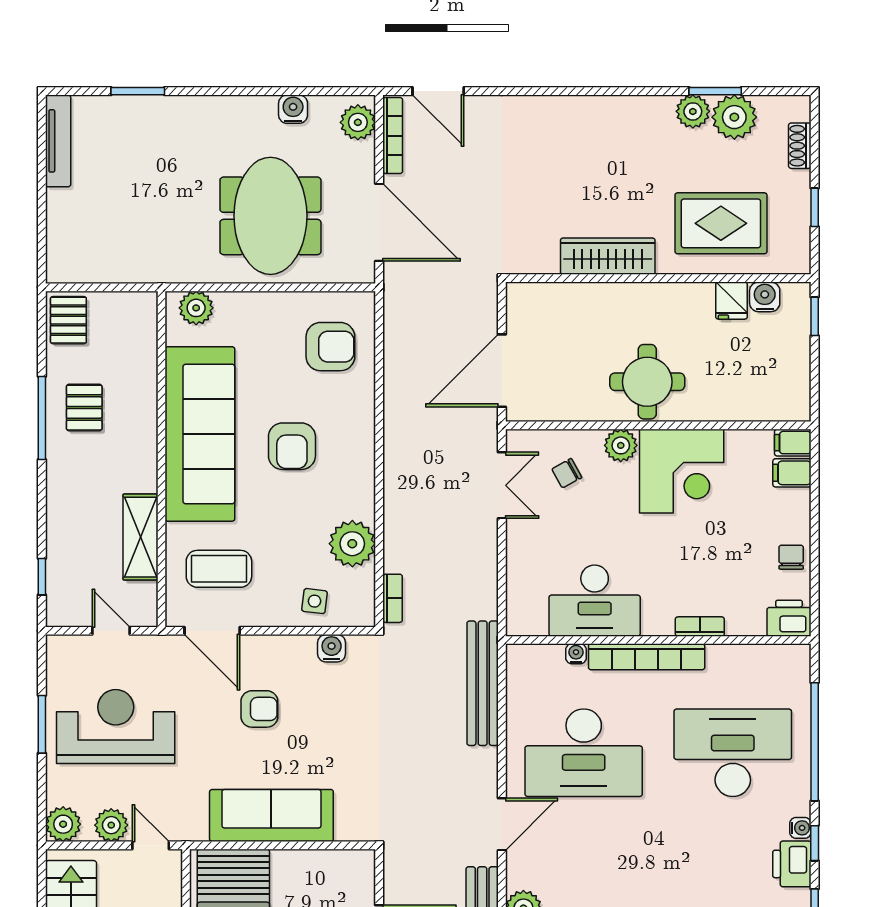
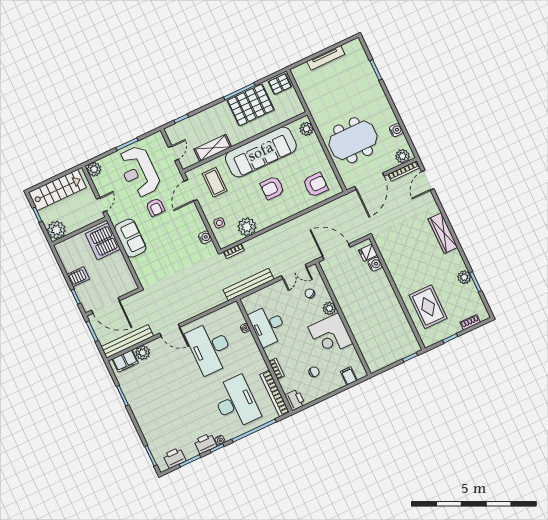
plant: (734, 117) -> (469, 293), removed
tv unit: (58, 141) -> (326, 58), moved
wardrobe: (608, 256) -> (443, 233), moved, turned 180
water cooler: (765, 297) -> (375, 264), moved
fridge: (732, 301) -> (368, 253), moved
armchair: (330, 347) -> (315, 185), turned -90
round table: (647, 382) -> (357, 307), removed
pallet: (84, 408) -> (251, 105), width x2.05, depth x2.00
filing cabinet: (793, 443) -> (360, 371), removed
chair: (791, 557) -> (314, 372), moved
bookcase: (647, 657) -> (275, 393), moved
bench: (483, 683) -> (248, 284), moved
armchair: (259, 709) -> (155, 207), moved
reception desk: (116, 727) -> (139, 172), turned 180
sofa: (271, 815) -> (130, 238), width x0.73
plant: (111, 825) -> (102, 187), removed

